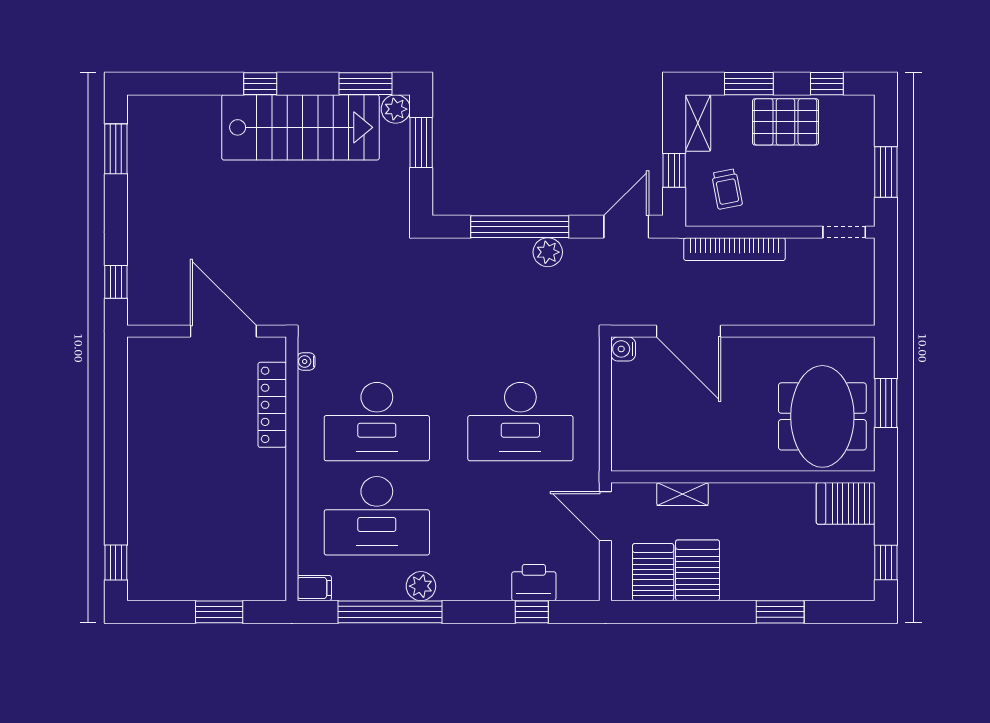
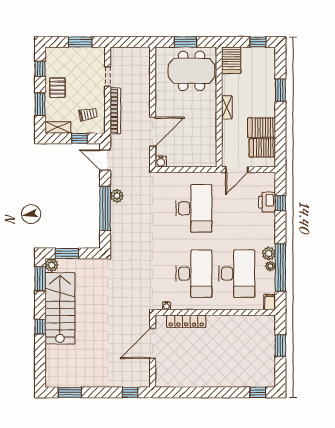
pallet: (786, 122) -> (57, 88), width x0.67, depth x0.71
doorway: (844, 232) -> (108, 77), moved
shelving: (683, 494) -> (227, 107), moved
plant: (393, 590) -> (270, 266), added

